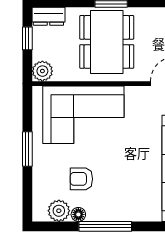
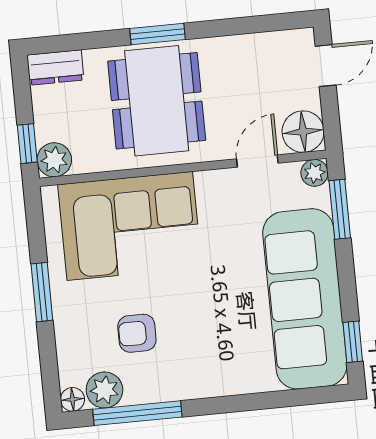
window: (27, 38) -> (27, 144), moved
floor lamp: (78, 214) -> (72, 399), moved
window: (105, 226) -> (137, 413), moved

